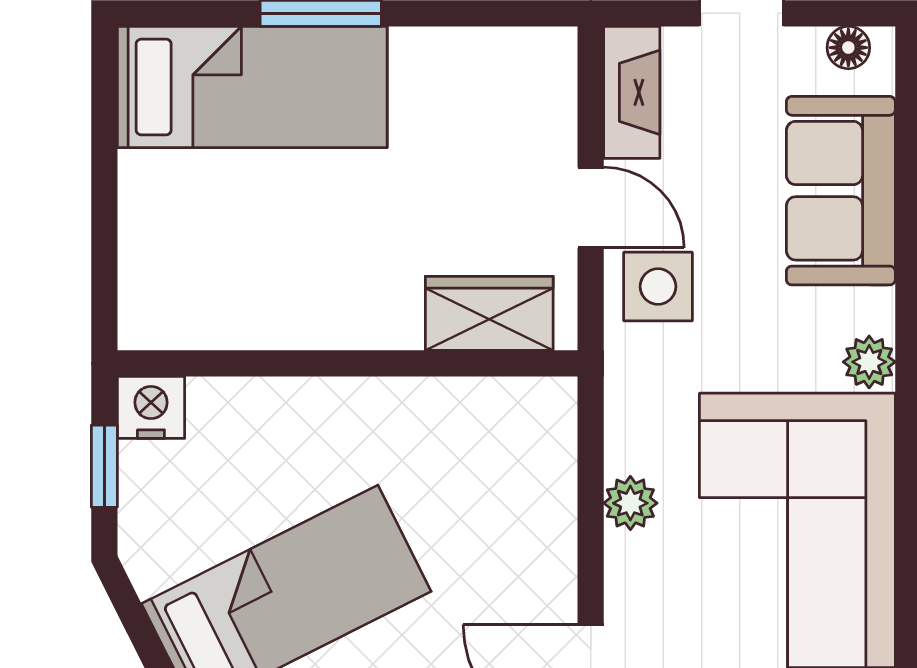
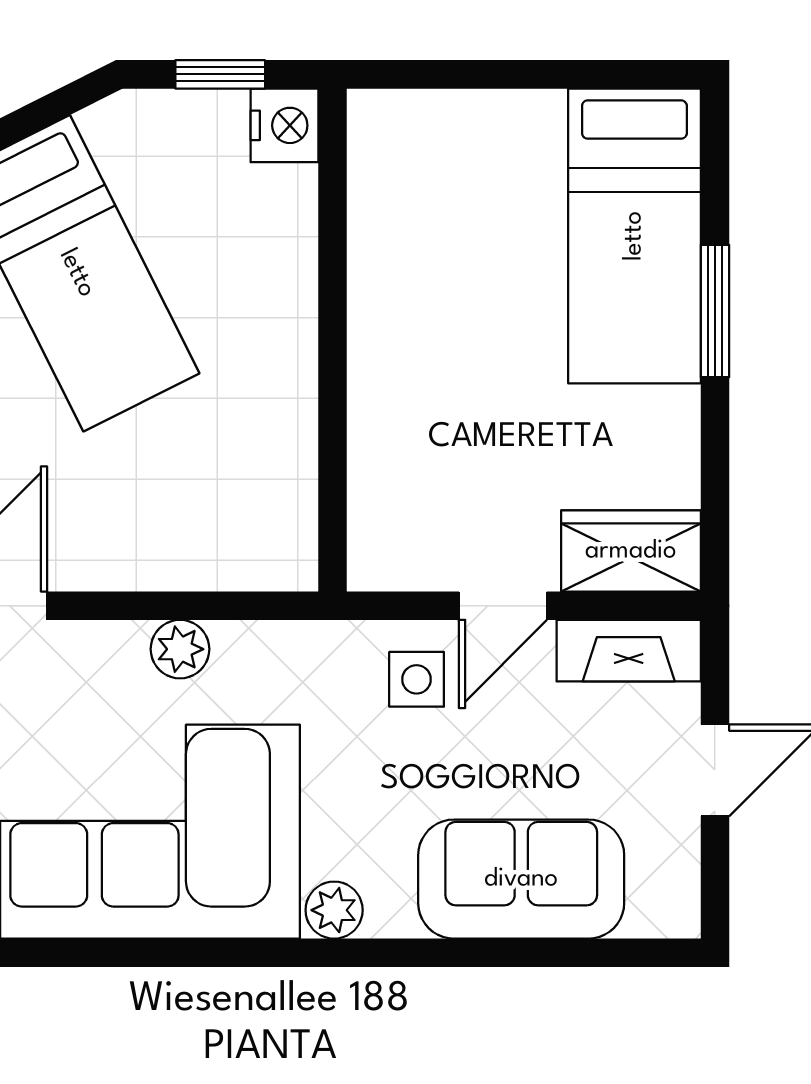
floor lamp: (848, 48) -> (678, 887), removed
side table: (658, 287) -> (417, 679), width x0.73, depth x0.73
wardrobe: (489, 313) -> (631, 551), moved, turned -90

